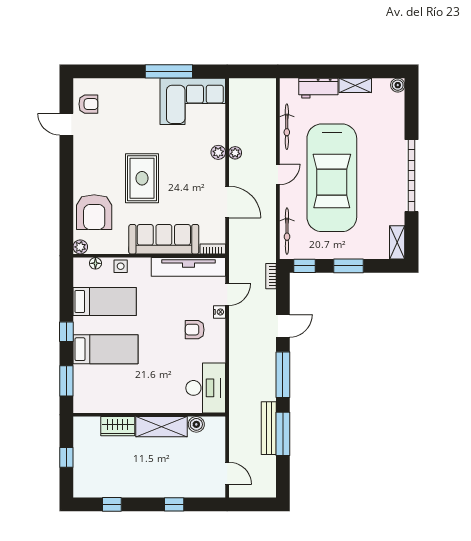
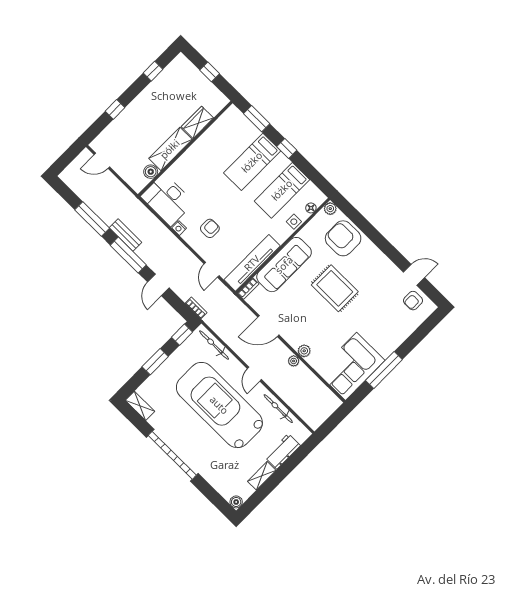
nightstand: (219, 312) -> (179, 228), moved
bench: (269, 428) -> (126, 235), moved, width x0.73

